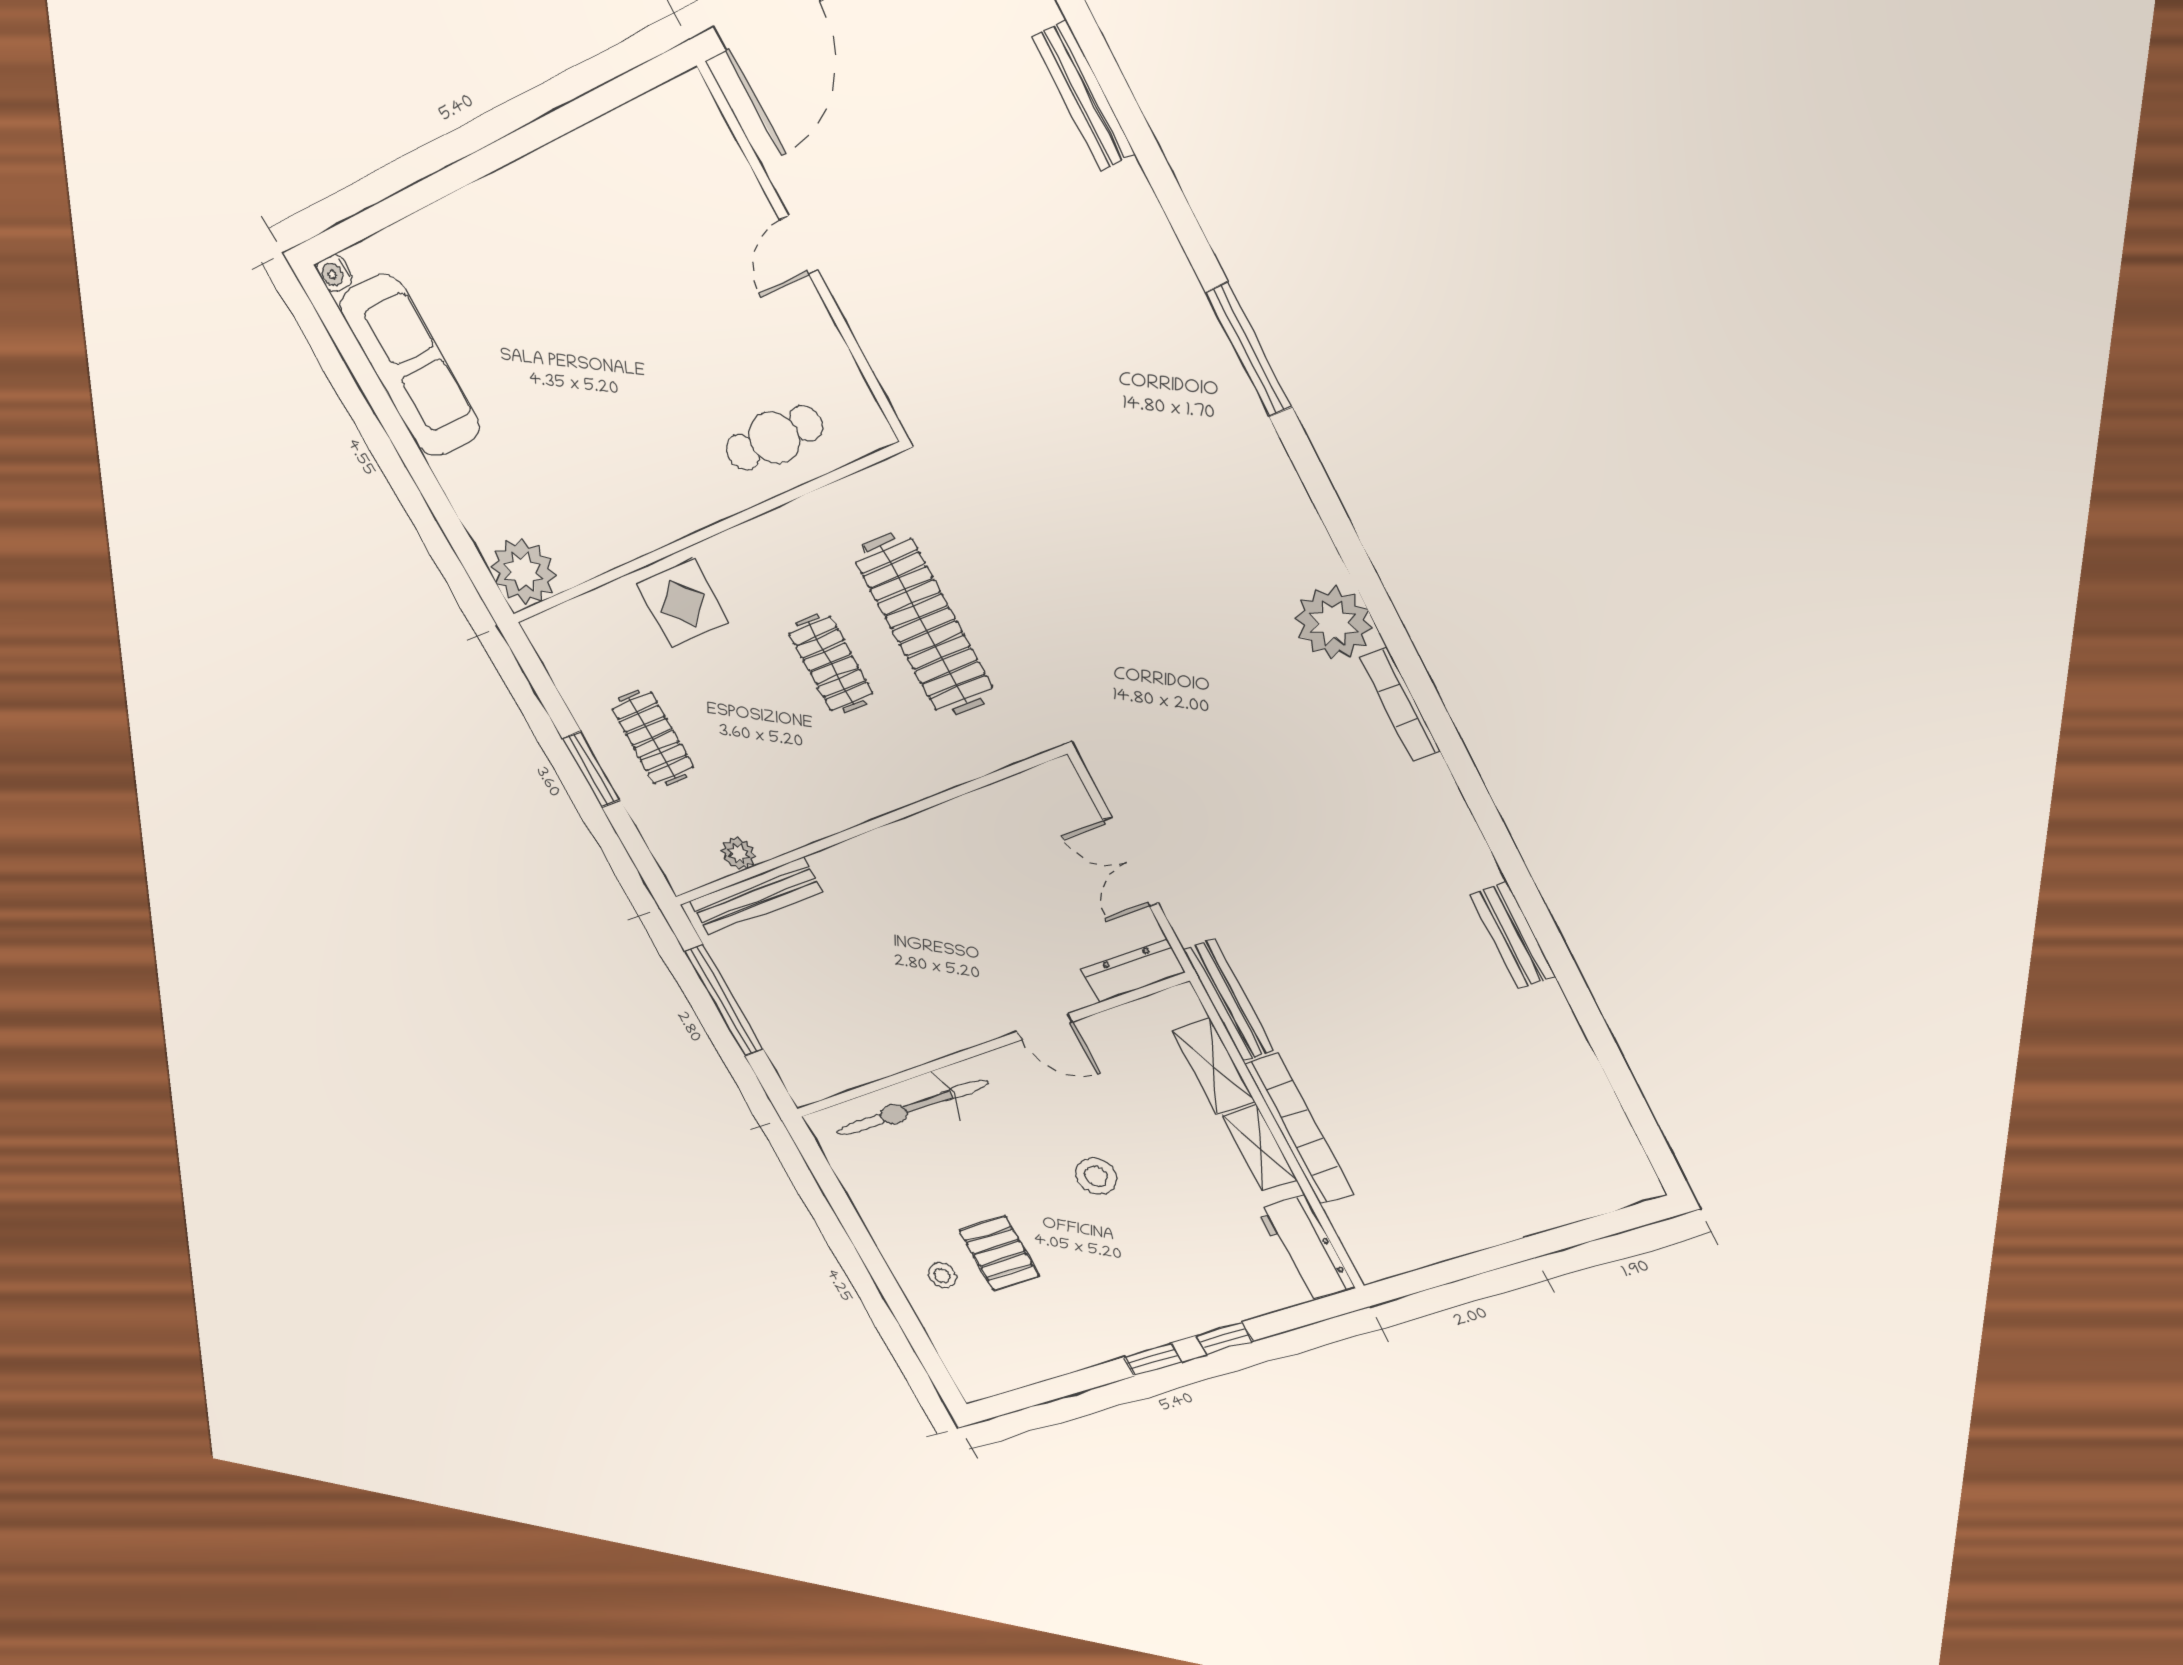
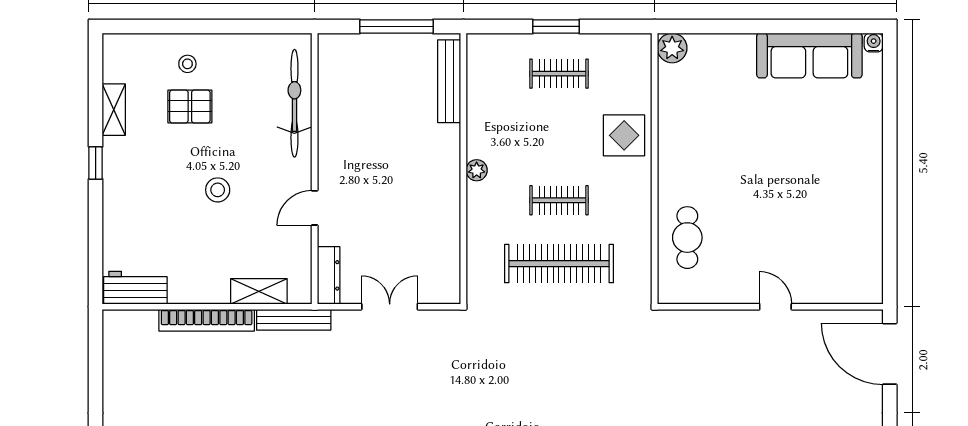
plant: (523, 571) -> (672, 48), width x0.73, depth x0.73
plant: (739, 853) -> (477, 170), moved
shelving: (1259, 1148) -> (114, 110), moved, turned 90
window: (1224, 1338) -> (96, 213), removed

